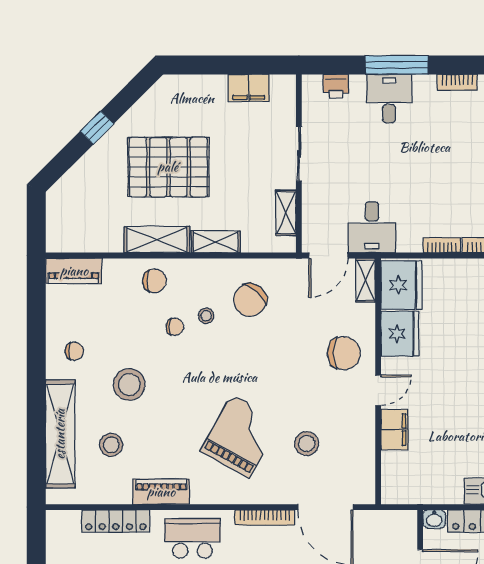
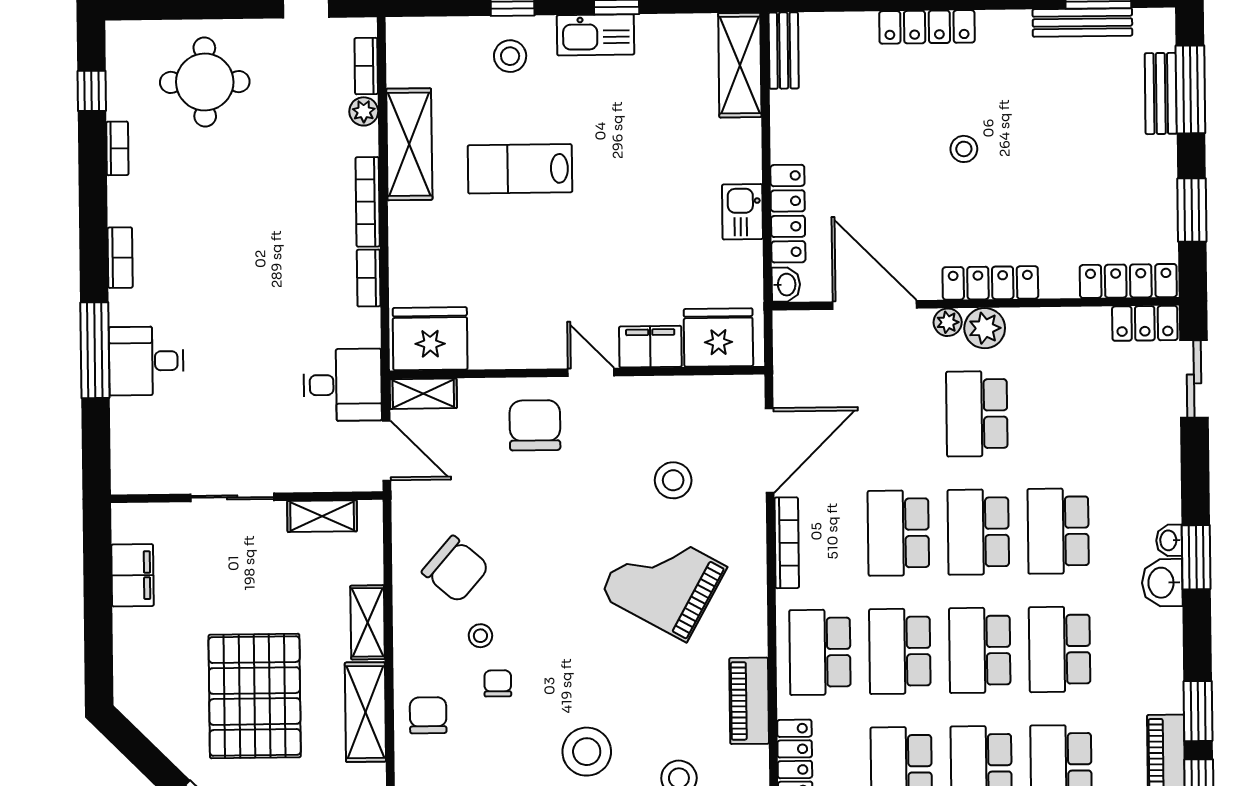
printer: (336, 86) -> (128, 442), removed
fridge: (400, 334) -> (718, 337), moved

